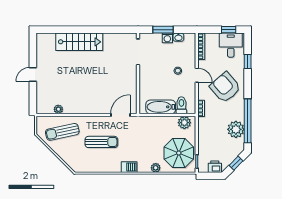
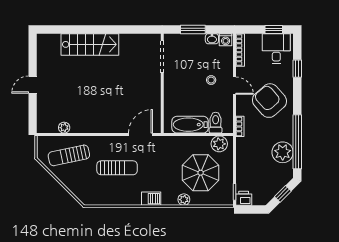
washing machine: (167, 38) -> (226, 40), moved
parasol: (179, 153) -> (201, 173), moved
printer: (215, 167) -> (244, 198), moved

